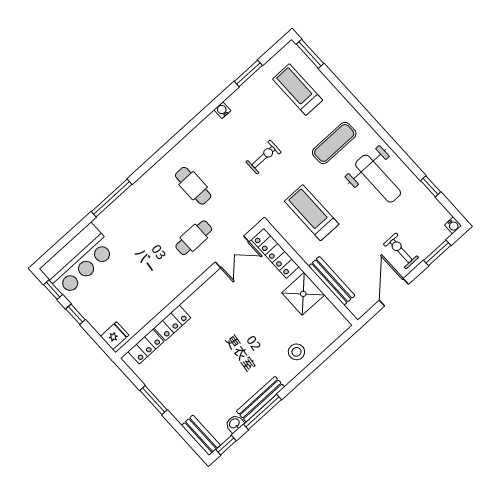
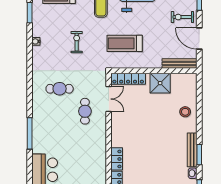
bench: (332, 281) -> (180, 64), moved
window: (262, 412) -> (199, 155), width x0.69

